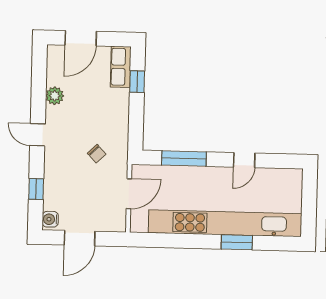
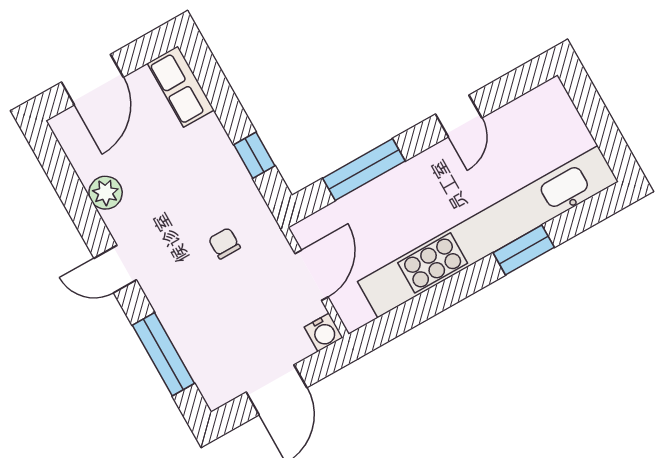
window: (137, 82) -> (254, 155), moved
chair: (97, 154) -> (224, 243), turned -136
window: (36, 189) -> (163, 354), width x2.17
water cooler: (50, 219) -> (324, 332), moved, turned -90

